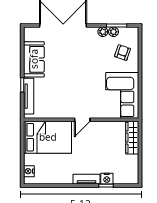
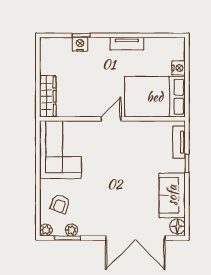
plant: (103, 32) -> (46, 230), moved
floor lamp: (30, 35) -> (177, 226), added
tv unit: (29, 96) -> (179, 142), width x0.71
nightstand: (29, 171) -> (179, 68), moved
tv unit: (86, 179) -> (127, 44), moved

